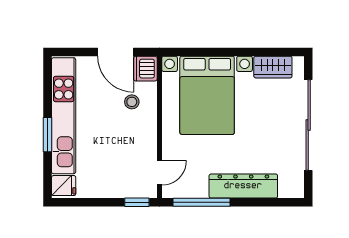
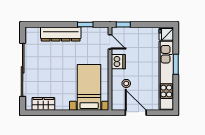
dishwasher: (145, 69) -> (118, 62), moved
bed with nightstands: (207, 95) -> (89, 87), width x0.73
door: (159, 173) -> (110, 42), swing flipped
window: (202, 202) -> (85, 24), width x0.46

